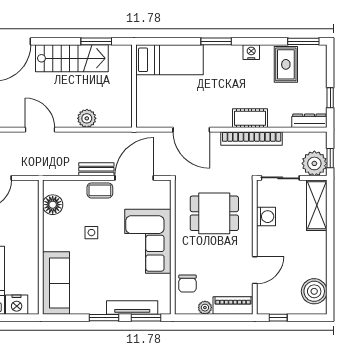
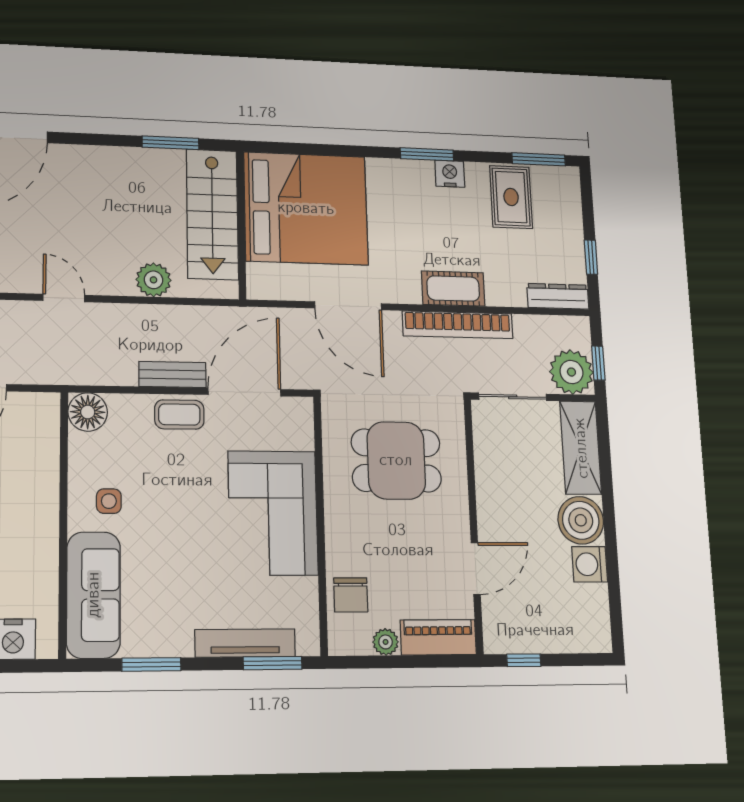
window: (216, 41) -> (427, 154), moved
stairs: (72, 58) -> (212, 214), moved, turned 90
bed: (170, 60) -> (306, 208), width x2.04
door: (40, 130) -> (64, 298), width x0.73
floor lamp: (53, 205) -> (88, 412), moved
washing machine: (266, 217) -> (590, 564), moved, turned 180
side table: (91, 233) -> (109, 501), moved
boiler: (314, 291) -> (581, 520), moved
window: (104, 318) -> (151, 664), moved

